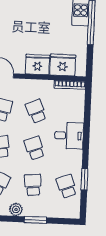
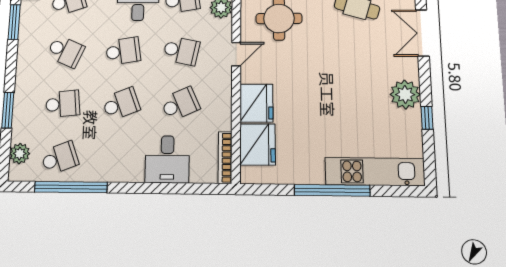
desk: (69, 136) -> (167, 159), moved
window: (84, 179) -> (71, 187), width x2.11
plant: (16, 209) -> (20, 154), moved

